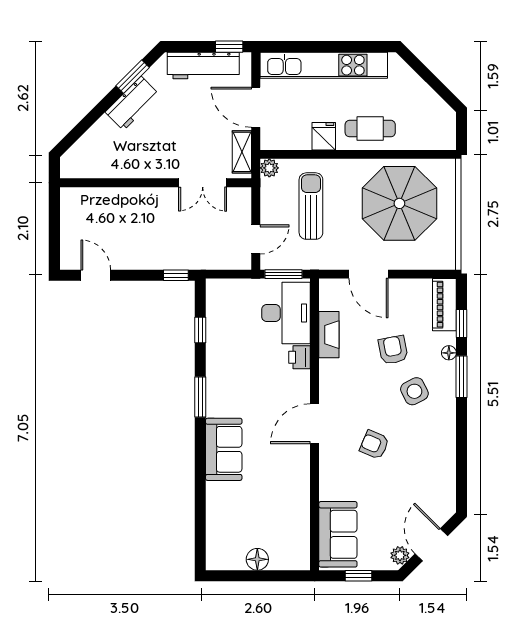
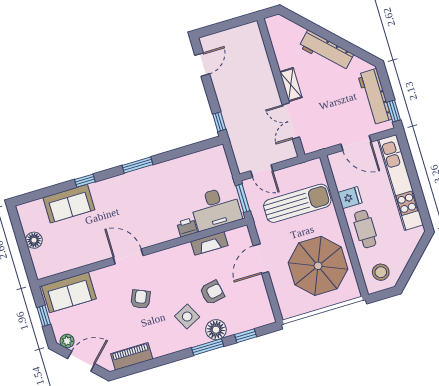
window: (133, 77) -> (352, 49), removed
workbench: (132, 103) -> (326, 51), width x1.37
door: (256, 107) -> (356, 143), swing flipped
stool: (432, 125) -> (381, 272), added
shelving: (242, 152) -> (291, 85), moved, turned 90
plant: (269, 168) -> (316, 166), removed
sun lounger: (311, 206) -> (297, 203), width x1.36, depth x1.34
piano: (444, 305) -> (132, 356), moved
window: (200, 330) -> (85, 181), moved
floor lamp: (449, 353) -> (216, 330), width x1.89, depth x1.89
door: (315, 424) -> (128, 257), moved
sofa: (224, 449) -> (69, 204), moved

